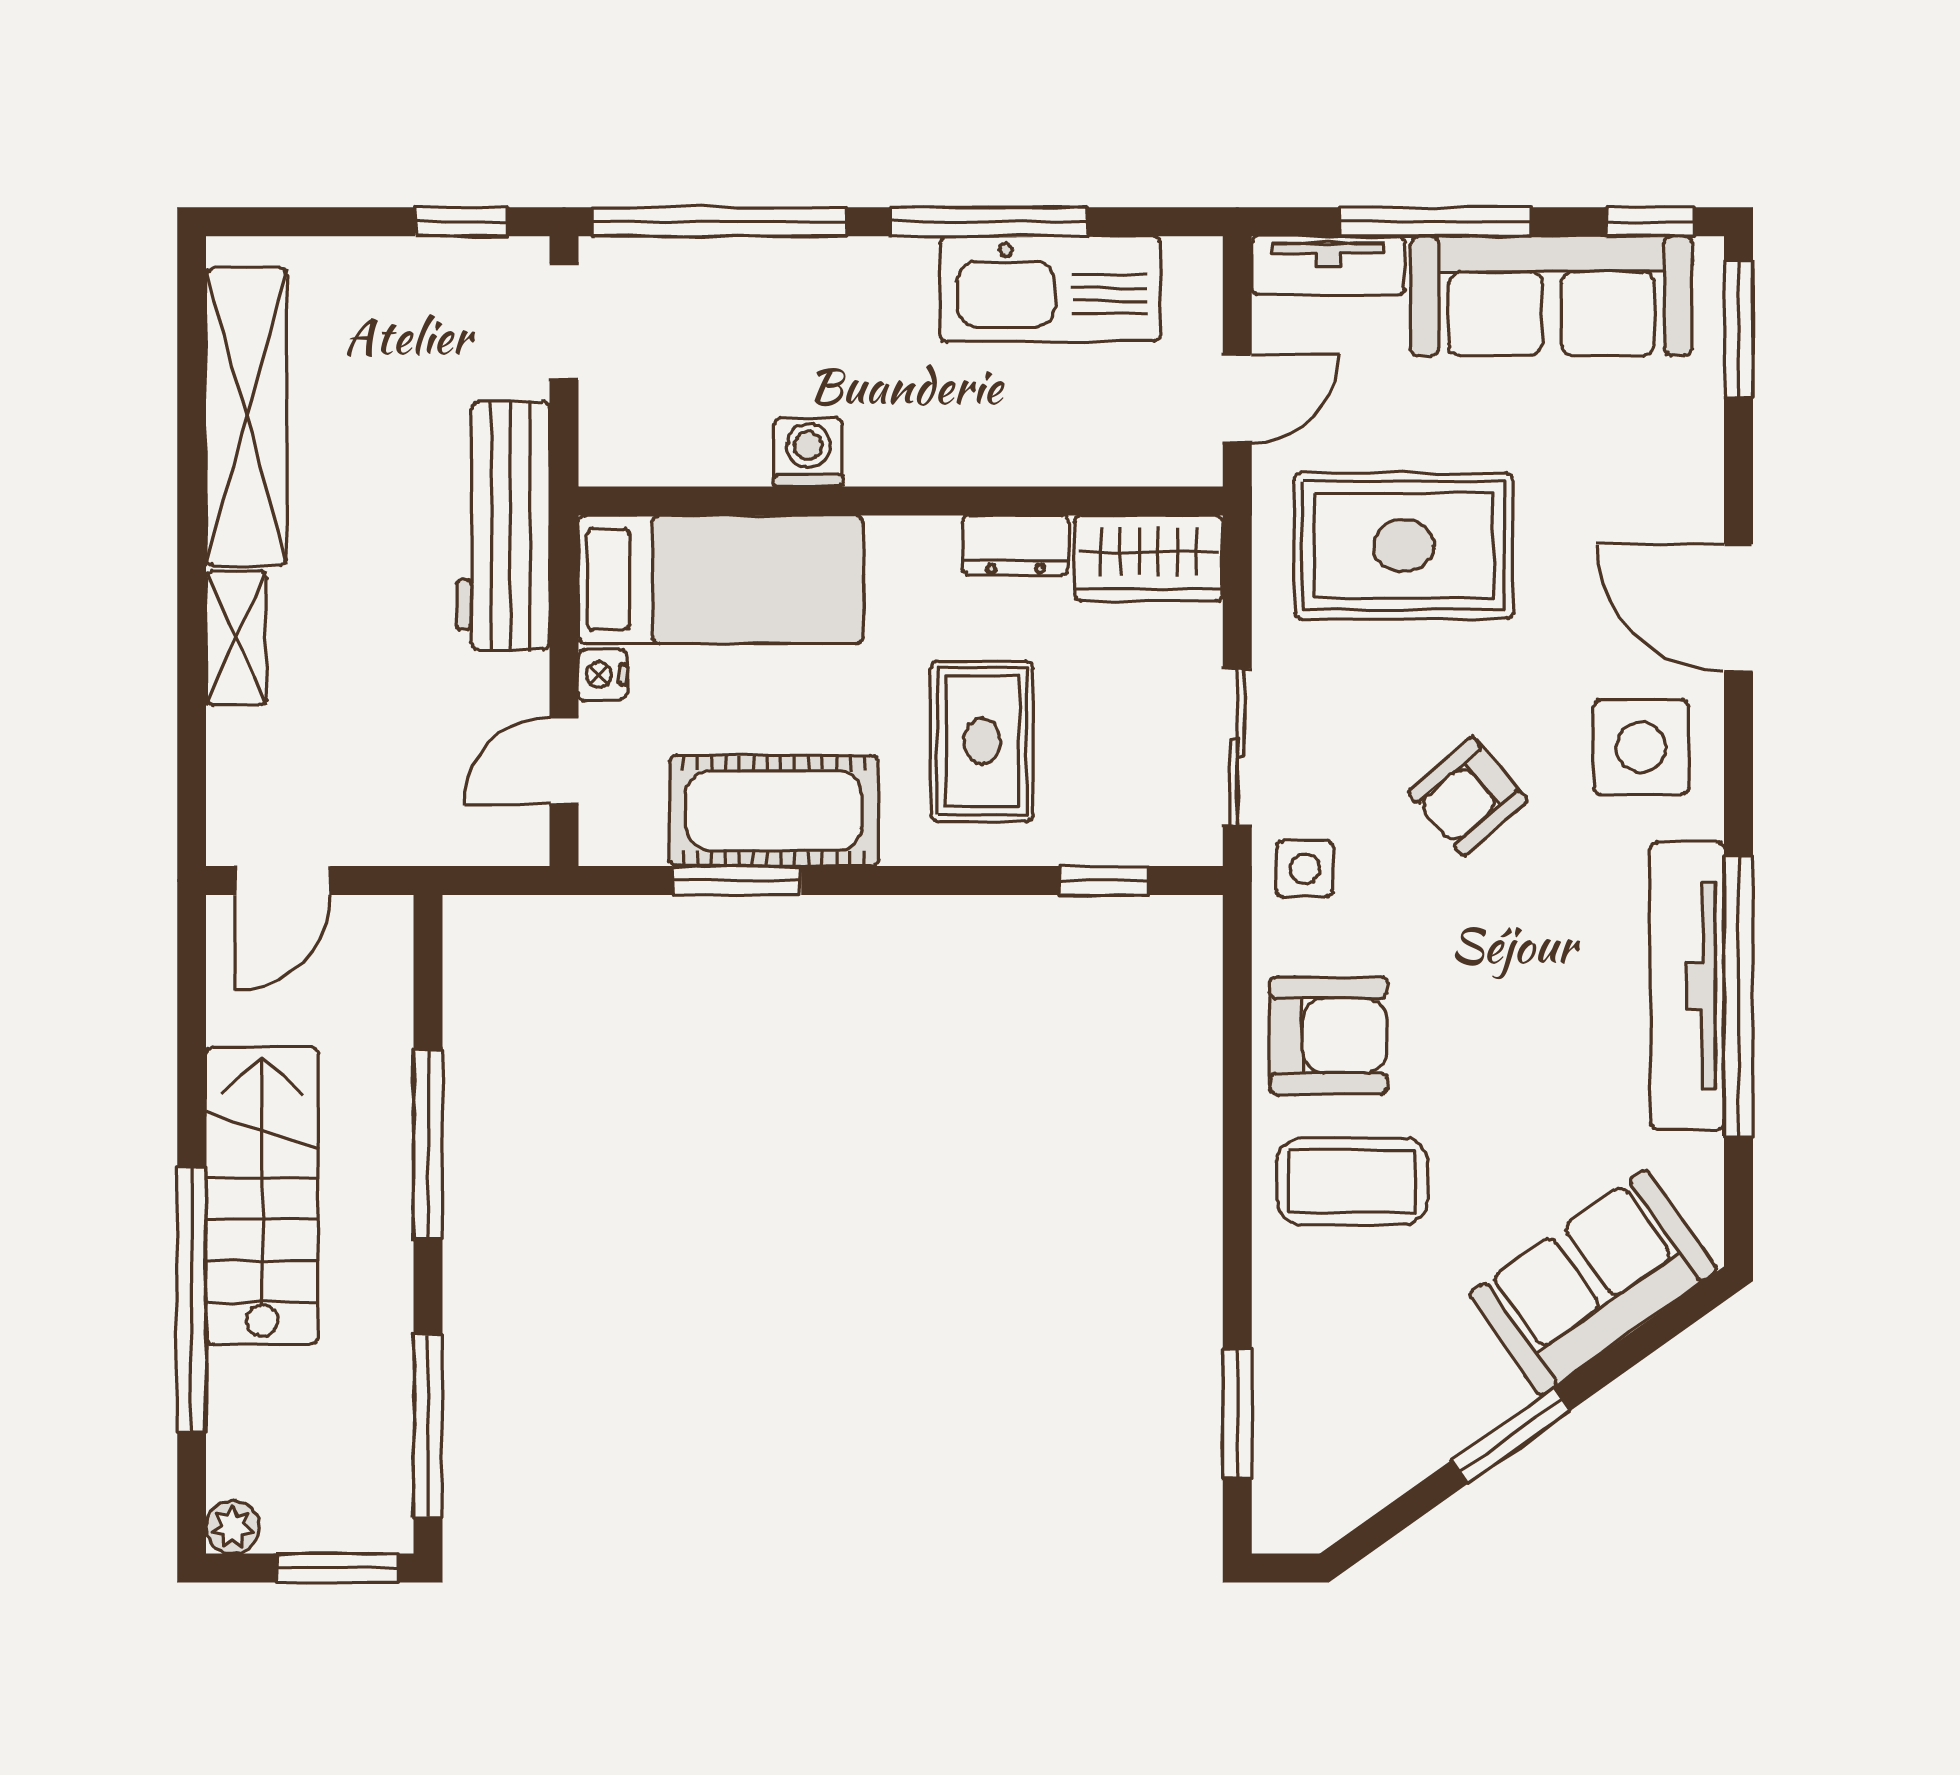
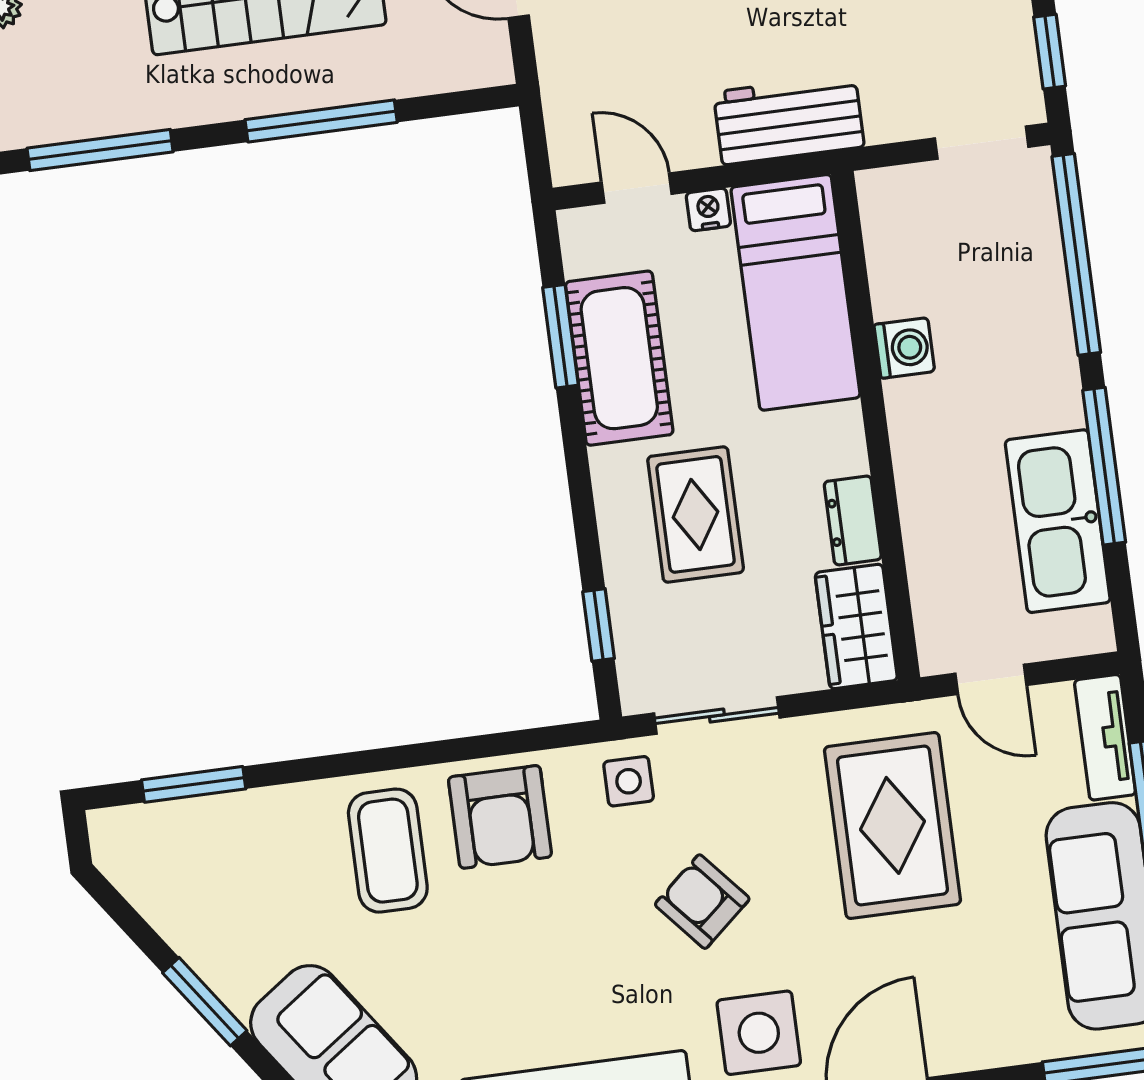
workbench: (503, 525) -> (789, 119), width x0.73
rug: (982, 741) -> (696, 514), turned 90

